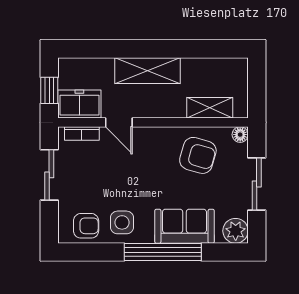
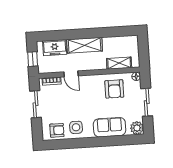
freezer: (79, 104) -> (55, 48), moved, turned 180
armchair: (198, 155) -> (114, 89), turned 74
window: (163, 252) -> (99, 142), removed

